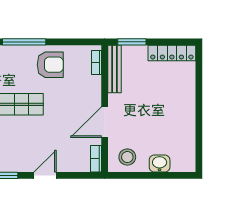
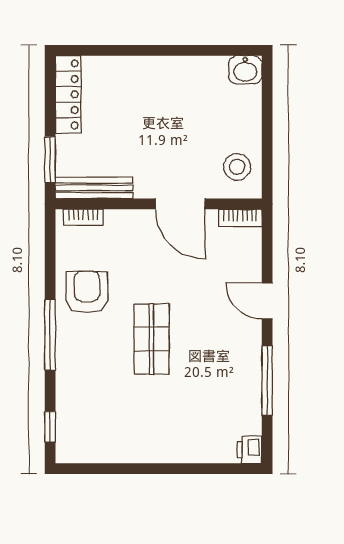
washbasin: (160, 164) -> (245, 70), moved, turned -90

